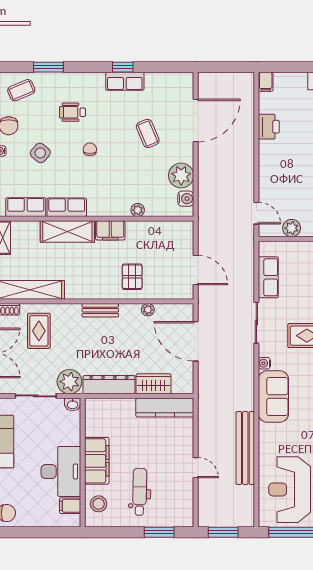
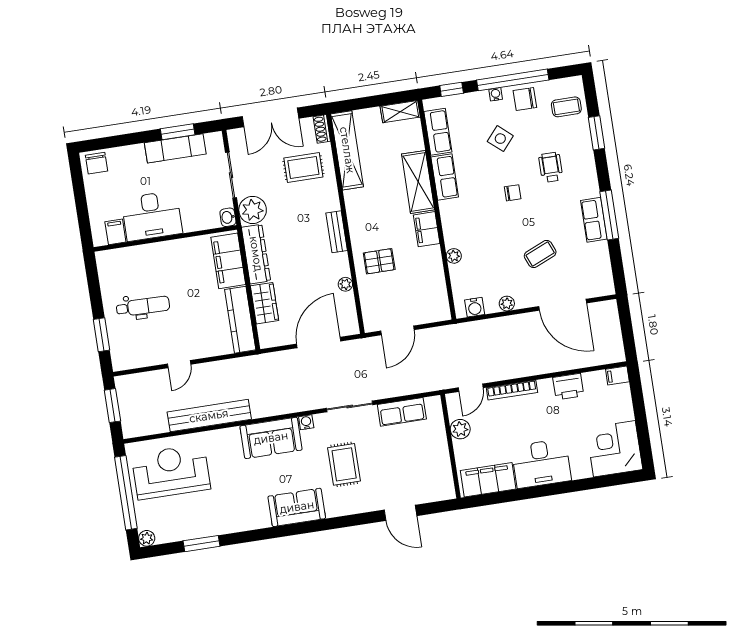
window: (123, 67) -> (609, 215), width x2.17
coffee table: (21, 90) -> (566, 107), turned -67
plant: (181, 175) -> (507, 304), width x0.53, depth x0.53
bookcase: (264, 177) -> (512, 390), added
filing cabinet: (97, 461) -> (228, 261), moved, turned 90
stool: (99, 504) -> (122, 263), removed

